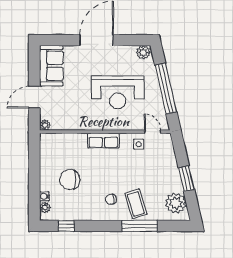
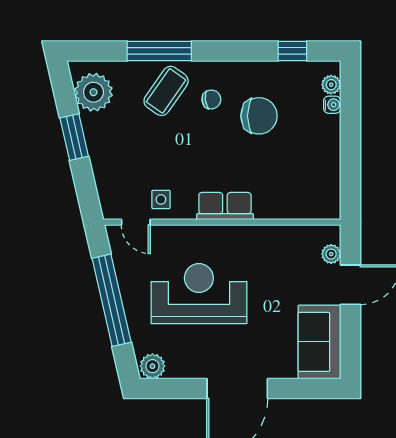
plant: (45, 125) -> (331, 254), moved
chair: (70, 180) -> (259, 116), moved
coffee table: (136, 204) -> (166, 91), turned 52

